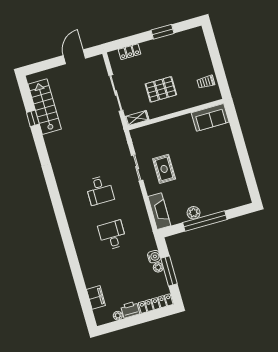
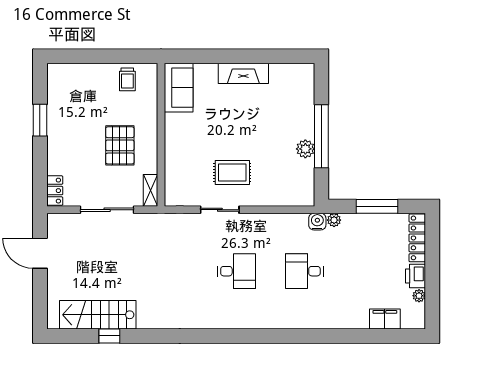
locker: (129, 52) -> (55, 191), moved
fireplace: (159, 211) -> (243, 73), moved, turned 180
water cooler: (154, 257) -> (317, 222), moved
plant: (158, 267) -> (334, 220), moved

